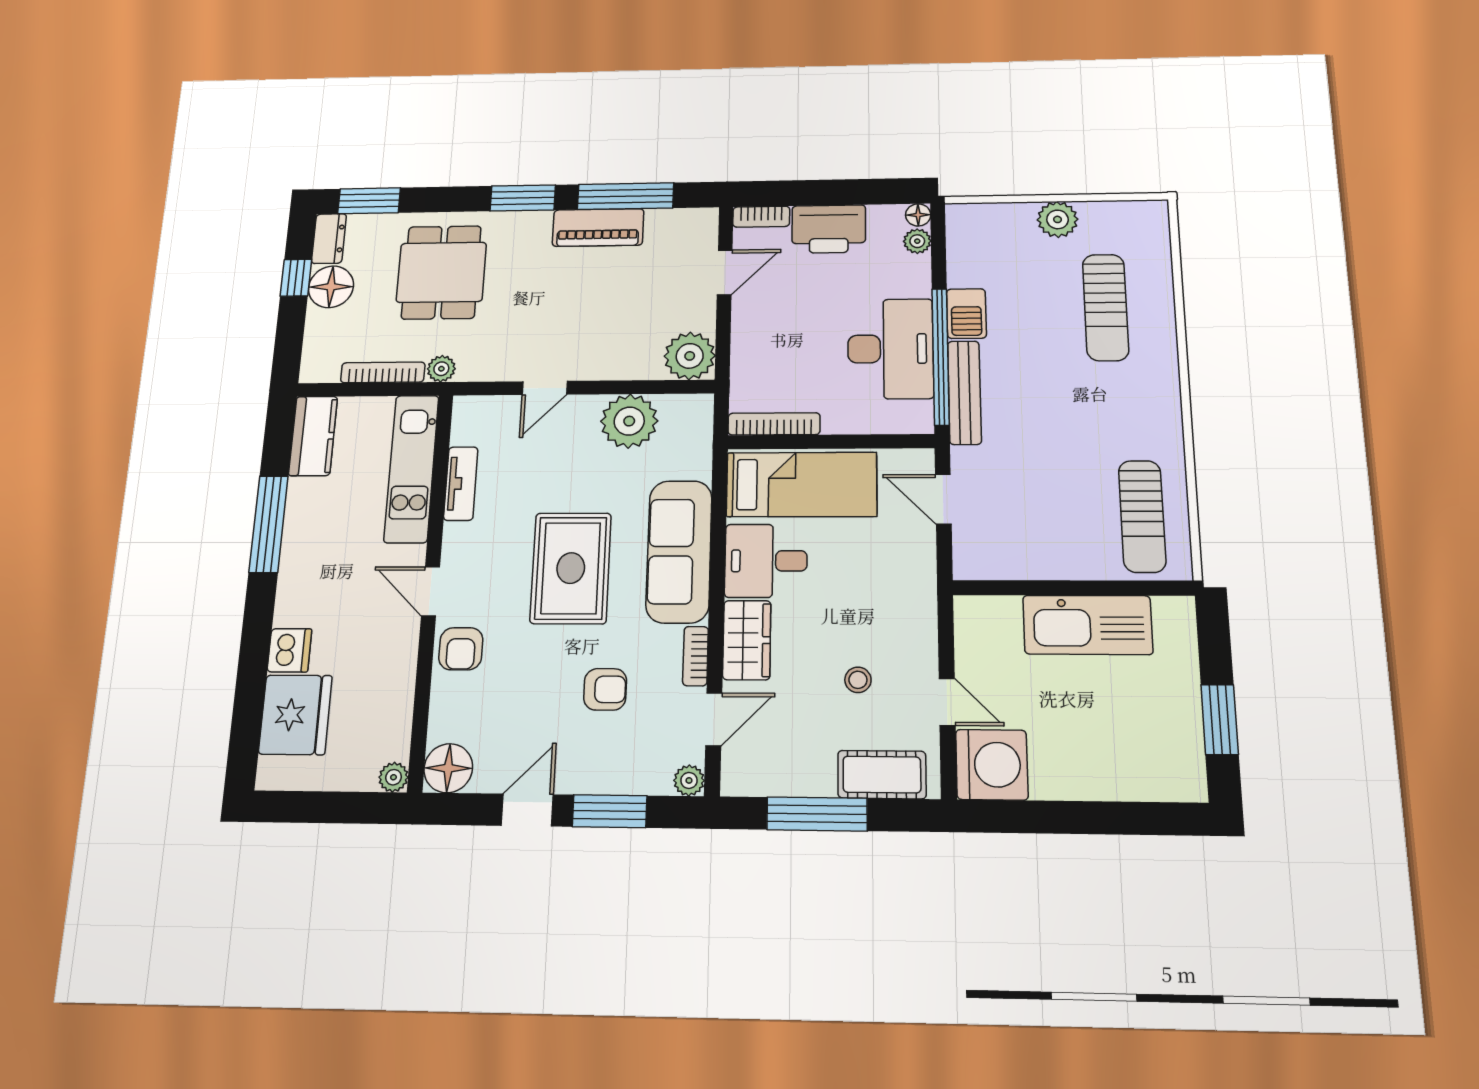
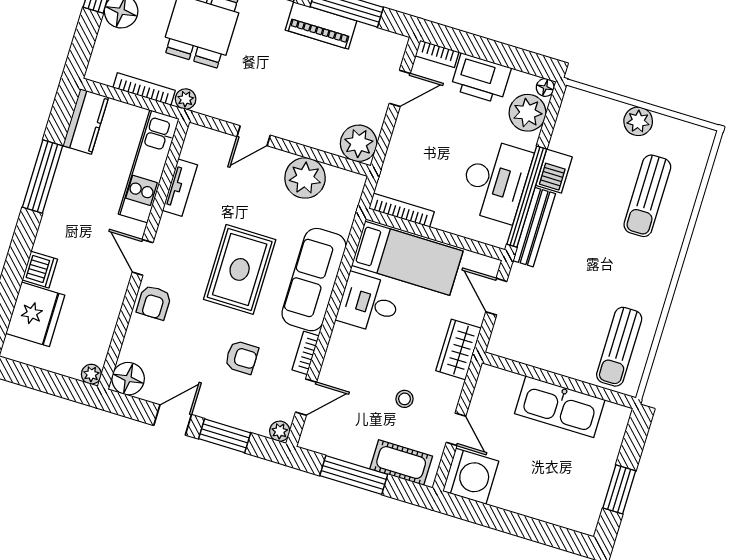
plant: (917, 241) -> (528, 113), width x1.88, depth x1.88
wardrobe: (747, 640) -> (459, 349), moved, turned 180

